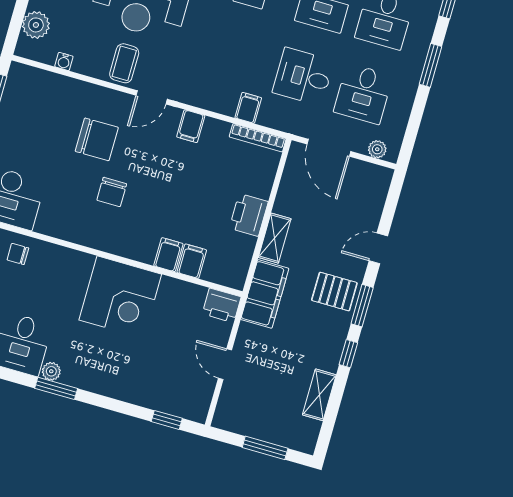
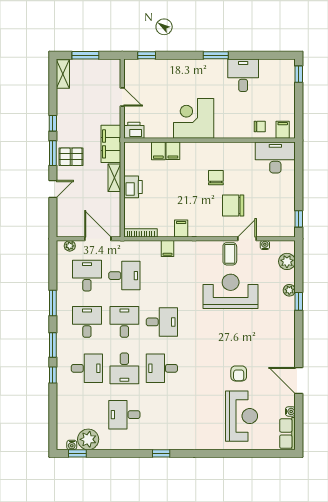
door: (152, 97) -> (247, 239), moved
filing cabinet: (248, 108) -> (167, 249), moved
plant: (51, 371) -> (221, 64), removed
shelving: (319, 395) -> (63, 74), moved

